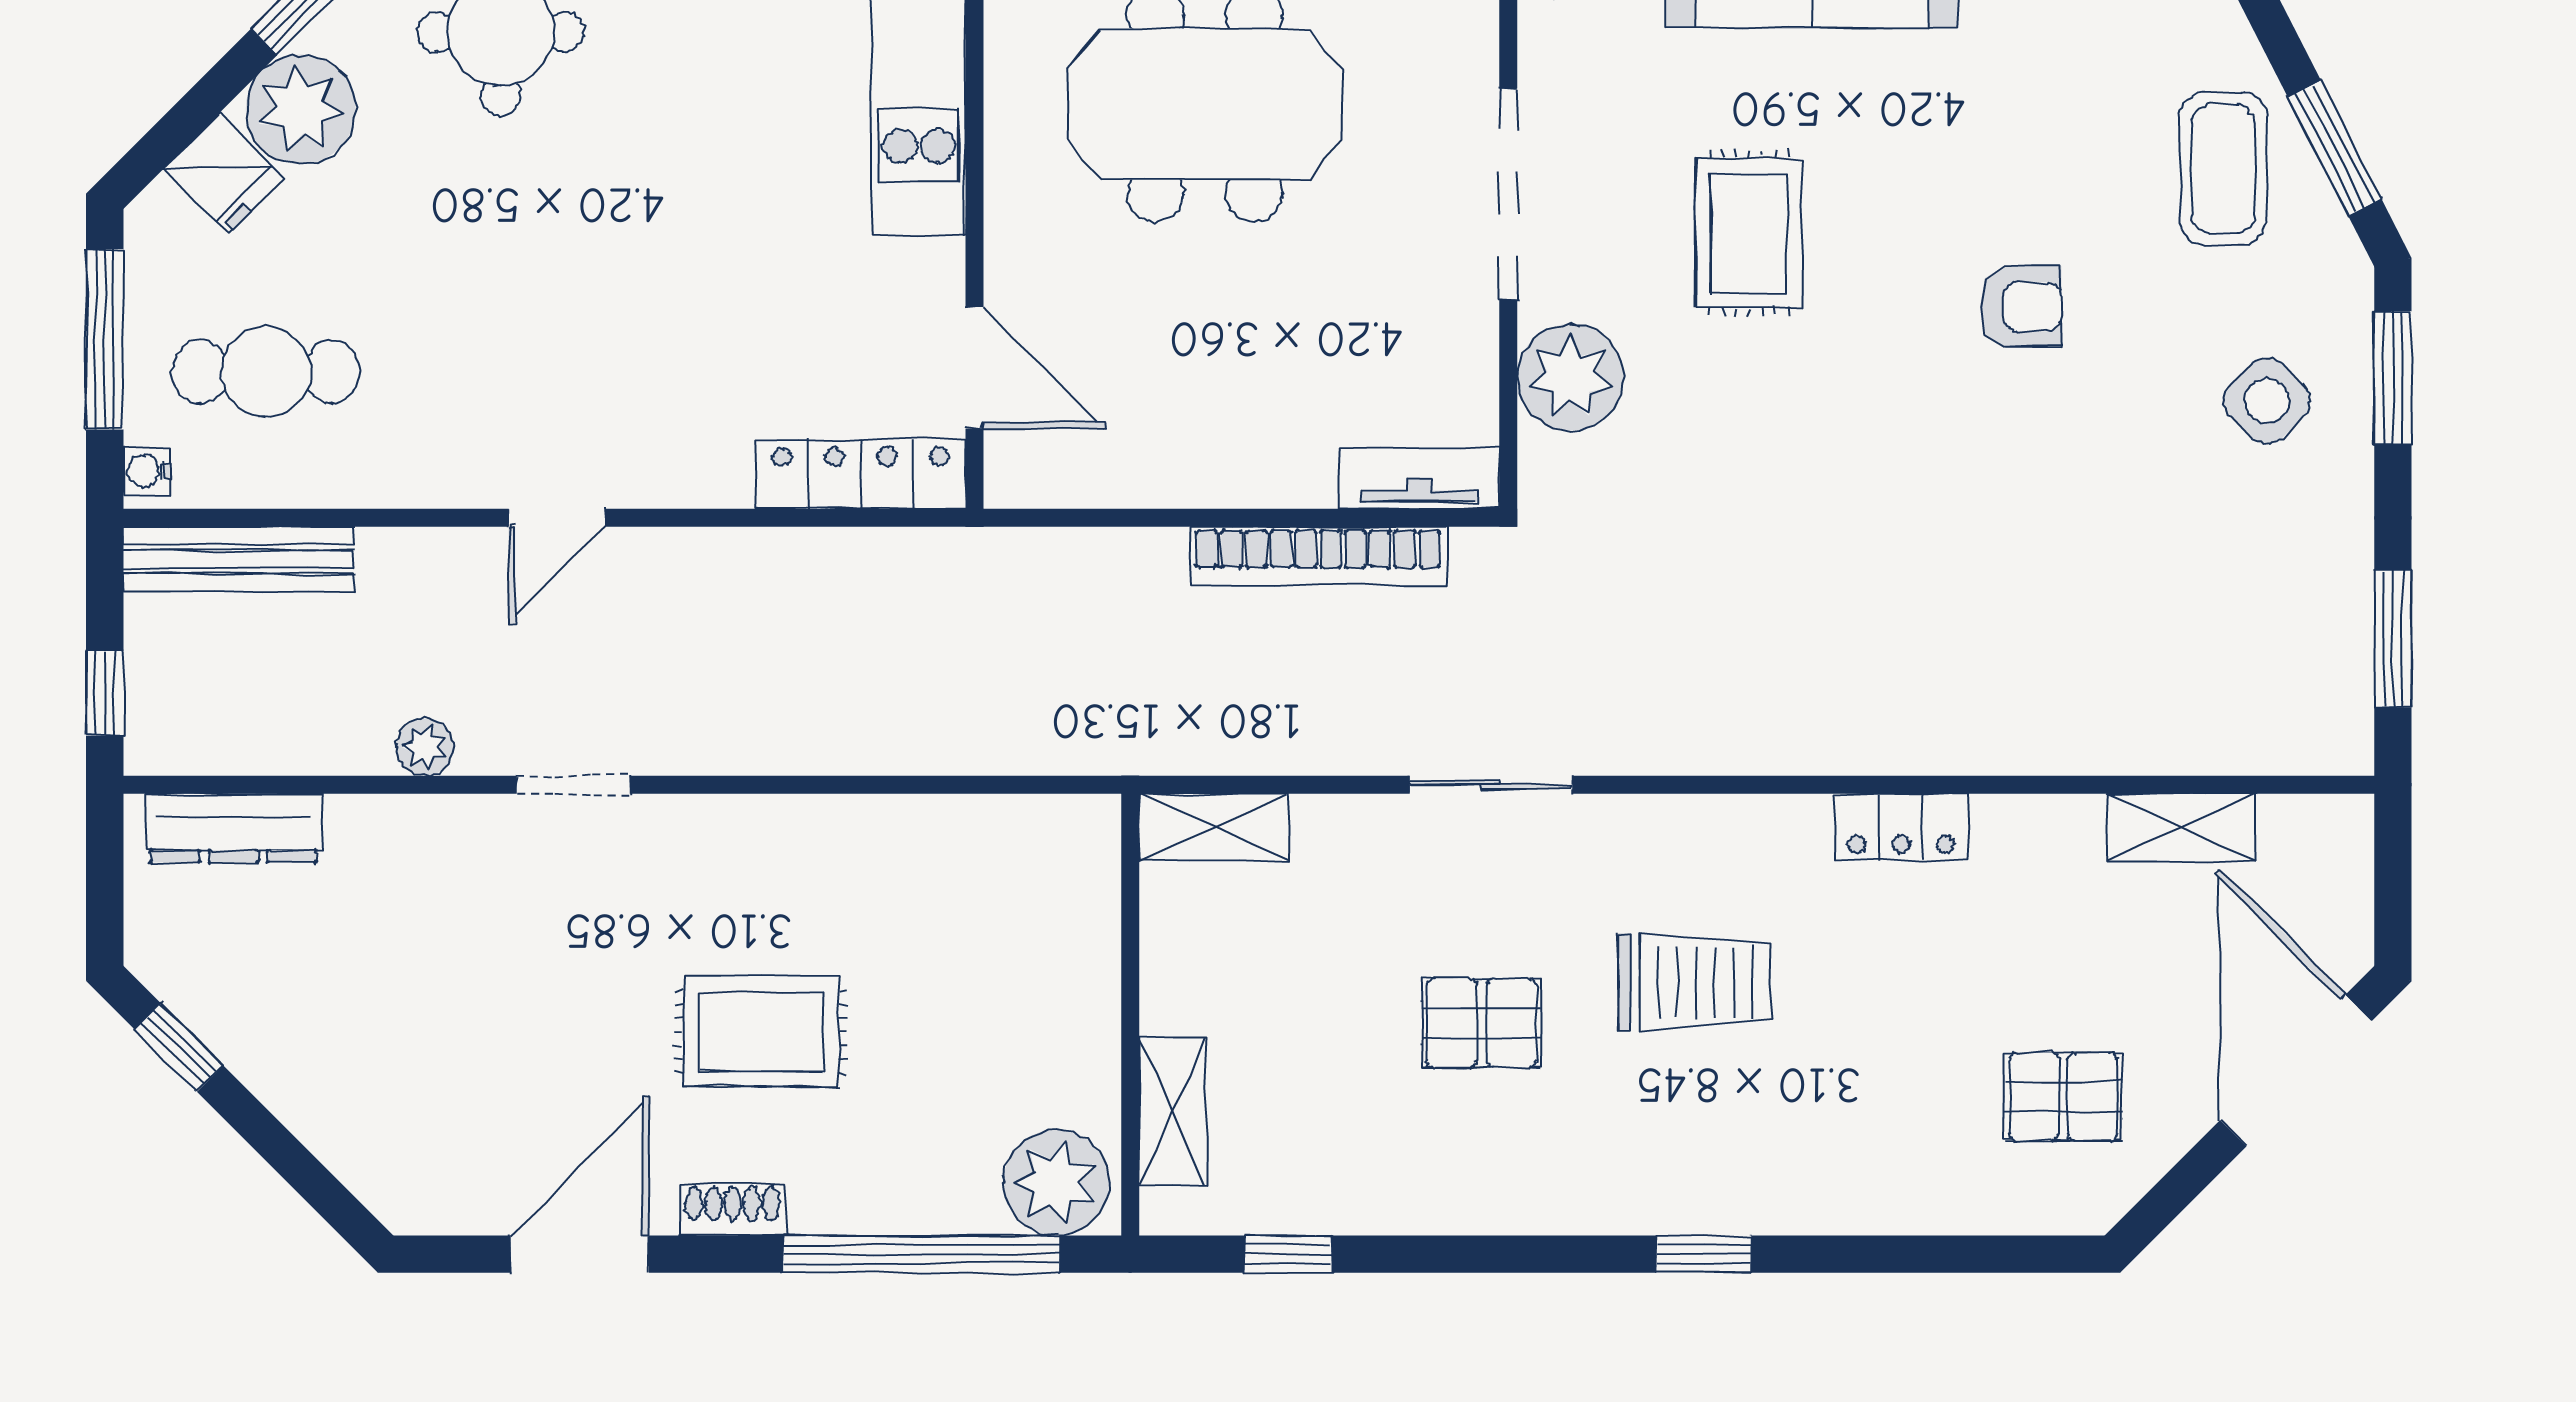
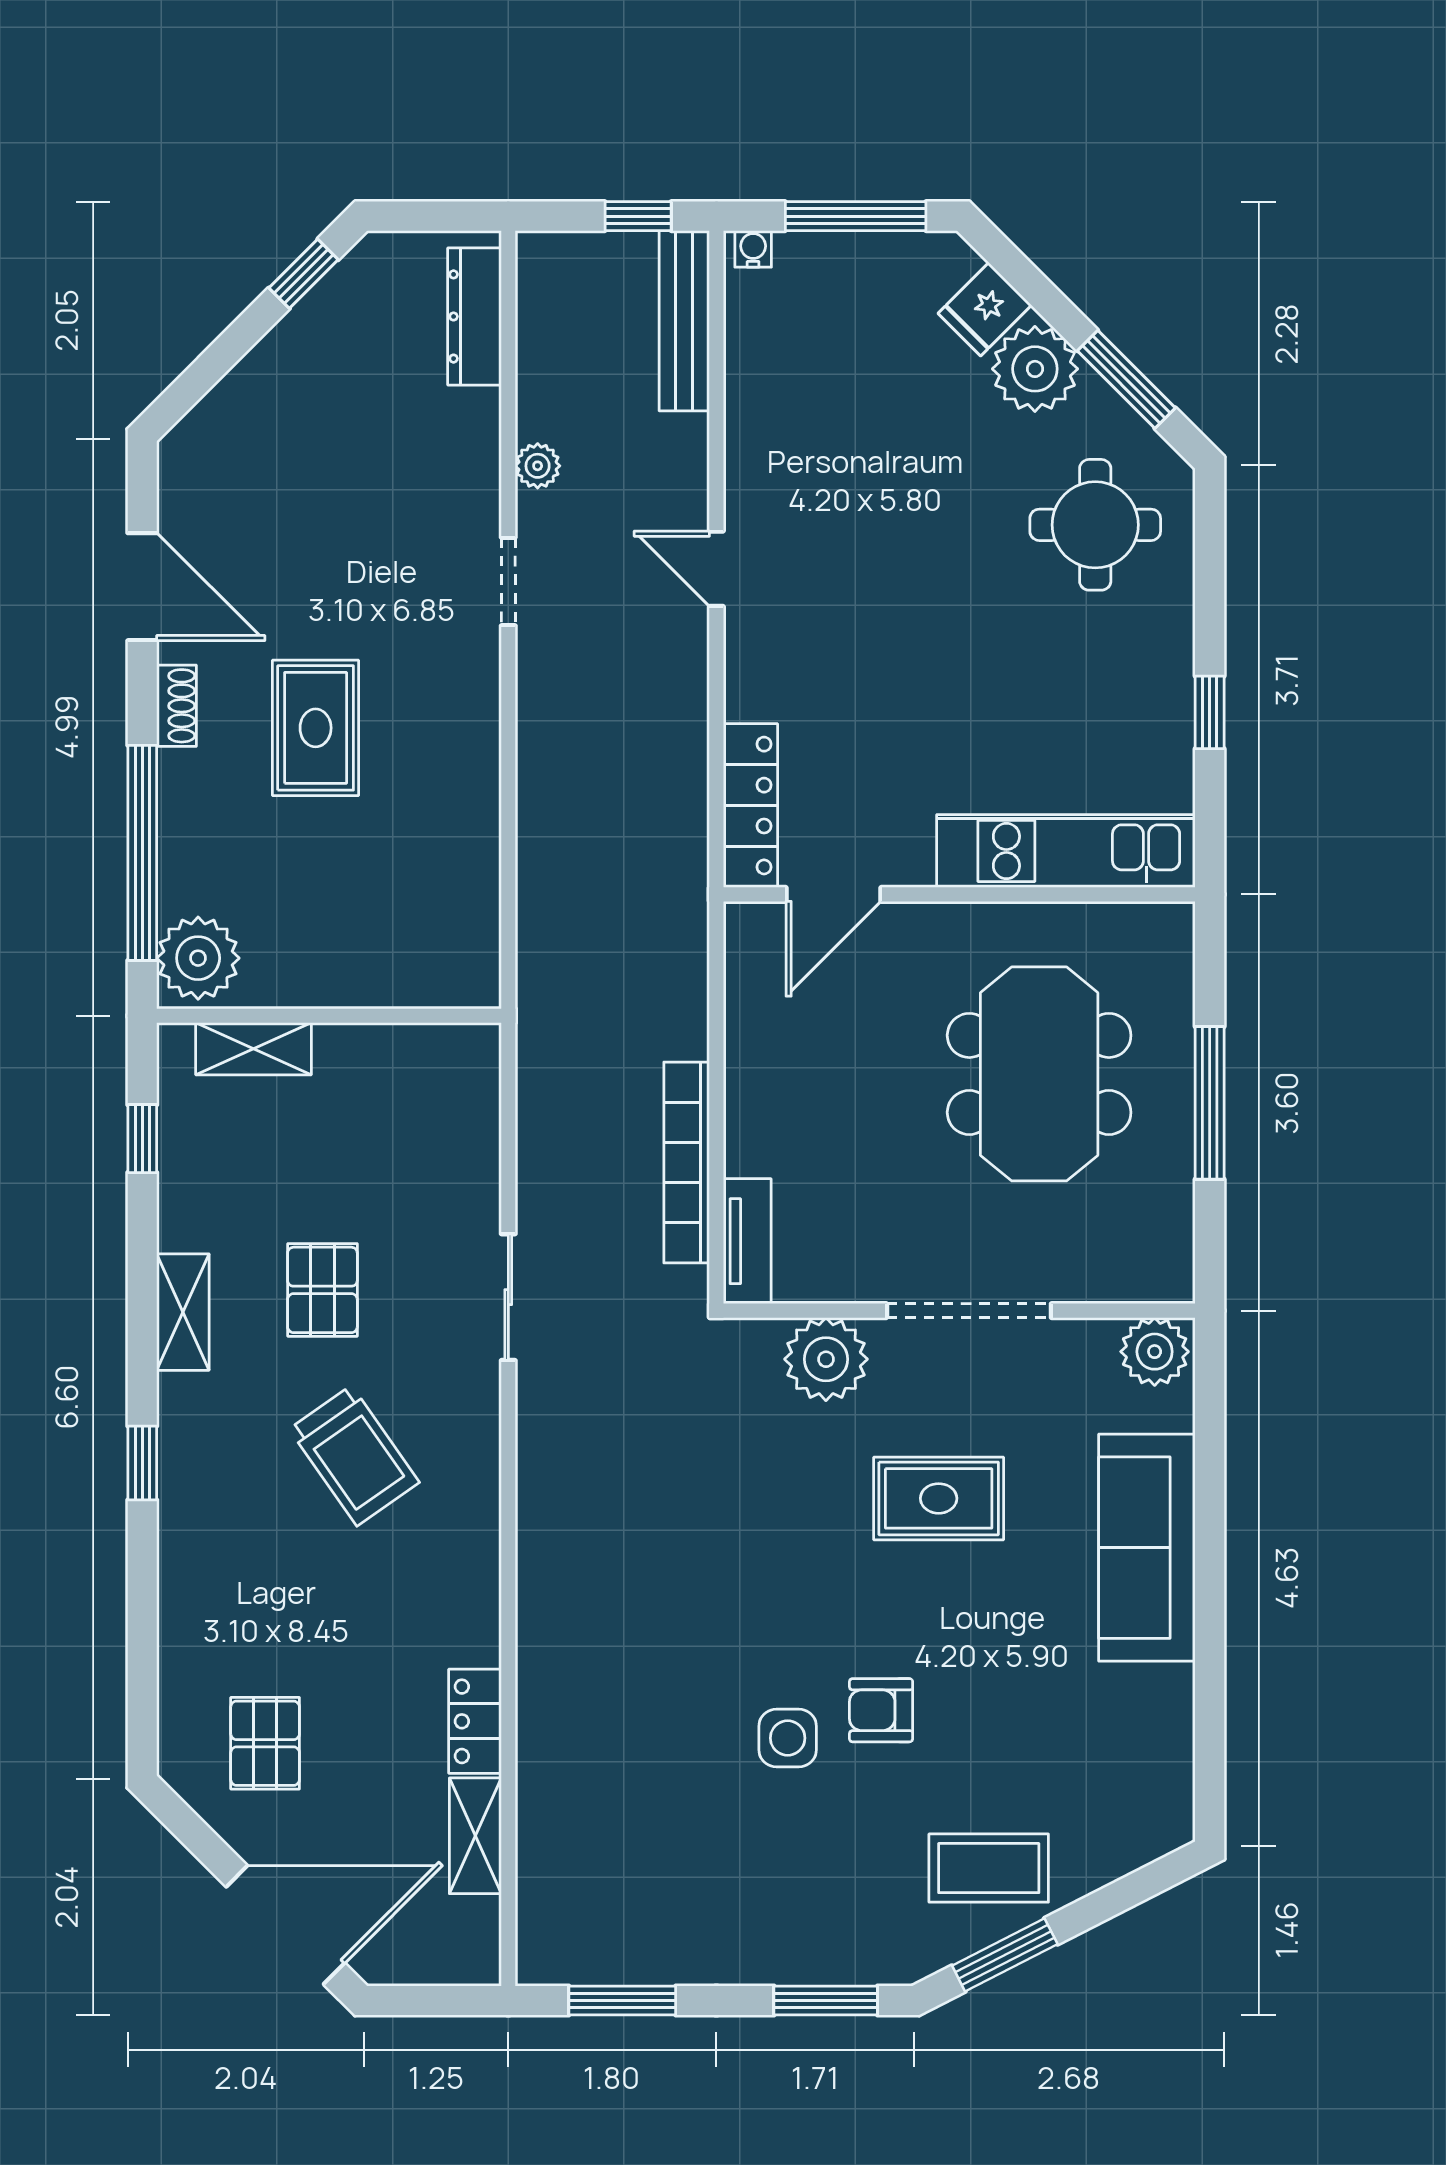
armchair: (2021, 307) -> (881, 1710), turned 90
cafe table: (266, 372) -> (830, 342), removed
side table: (2267, 401) -> (788, 1738), moved, turned 45
window: (105, 693) -> (638, 216), moved
shelving: (1214, 827) -> (183, 1312), moved
locker: (1901, 827) -> (475, 1721), moved
trolley: (1694, 982) -> (354, 1456), turned -35

